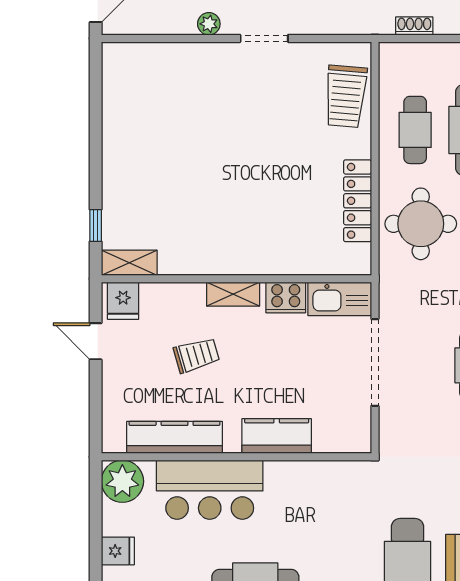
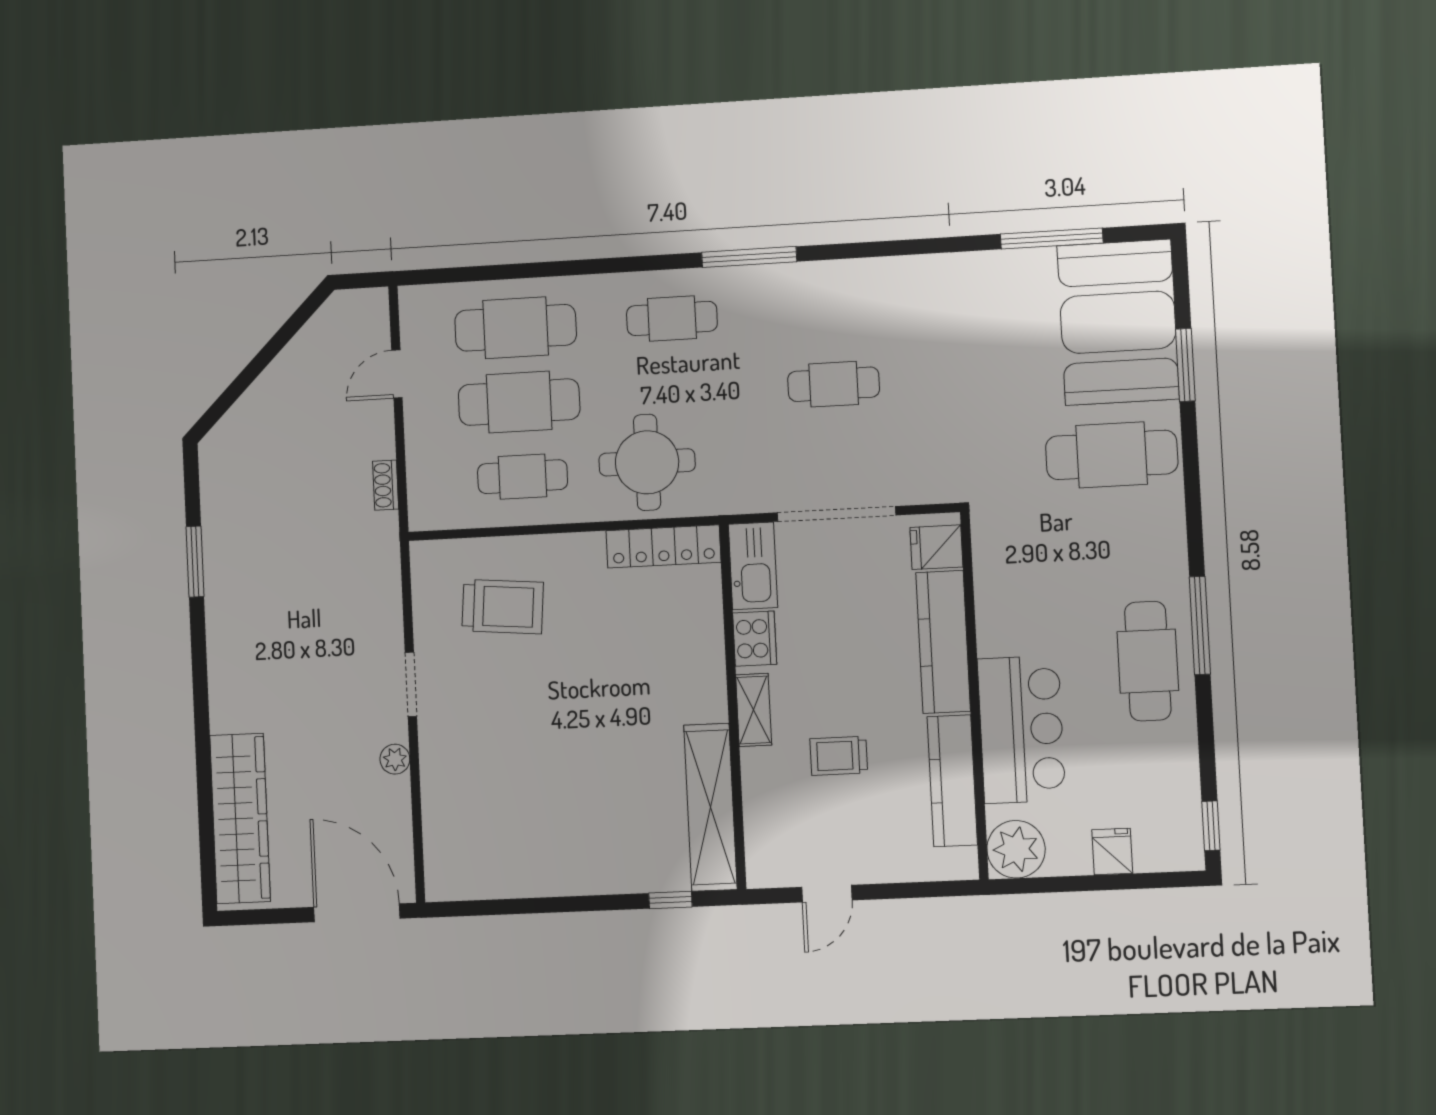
trolley: (346, 96) -> (503, 607), moved
locker: (358, 201) -> (663, 546), moved
shelving: (129, 263) -> (710, 807), width x2.20, depth x1.33
fridge: (123, 301) -> (936, 547), moved, turned 180
trolley: (196, 355) -> (839, 756), turned -74
kitchen counter: (277, 436) -> (943, 642), width x1.50

